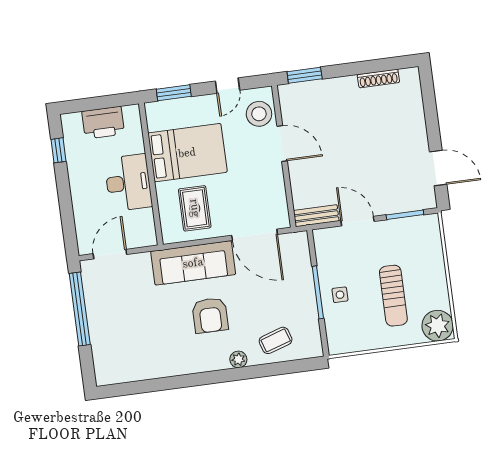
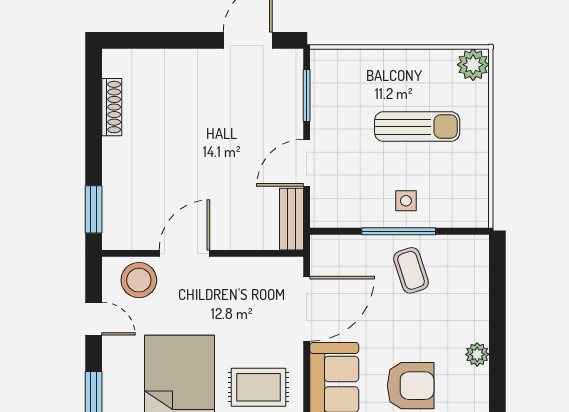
plant: (438, 326) -> (473, 65), width x0.73, depth x0.73
coffee table: (276, 340) -> (411, 270), moved

